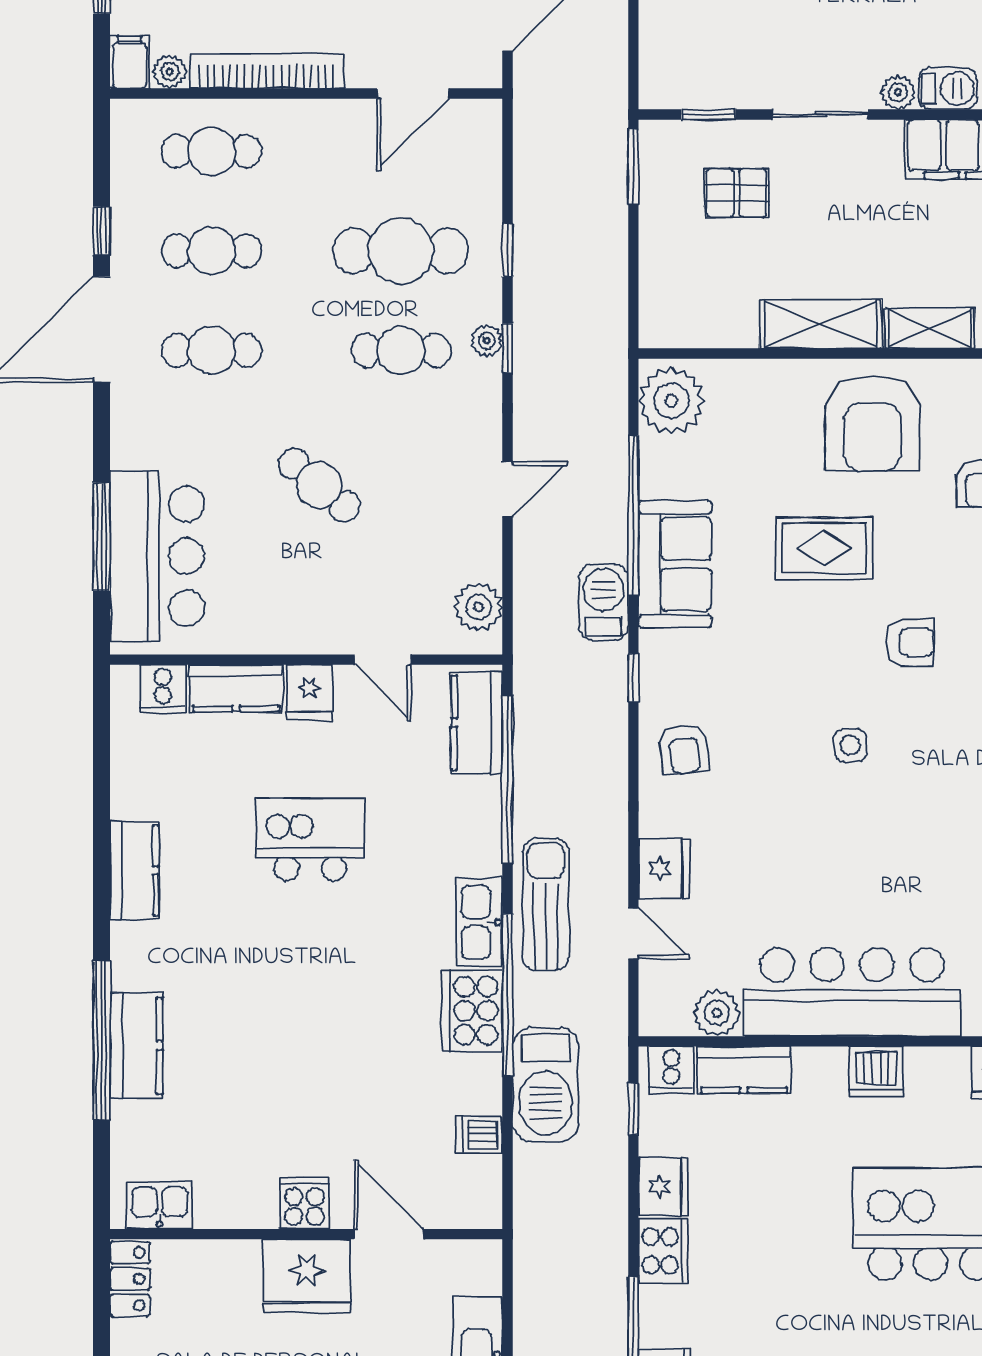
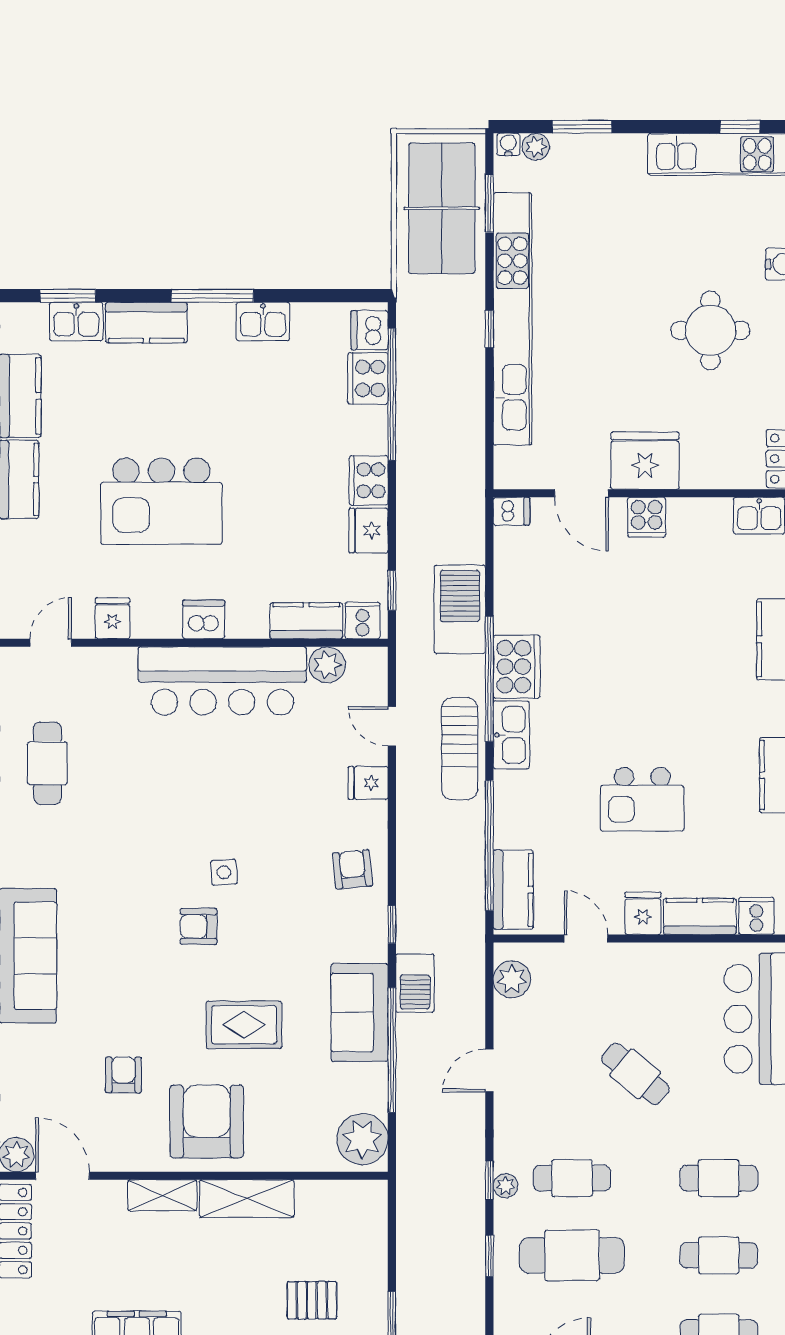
armchair: (910, 642) -> (199, 926), moved
fridge: (664, 869) -> (368, 783), width x0.72
dishwasher: (479, 1134) -> (511, 511), moved

